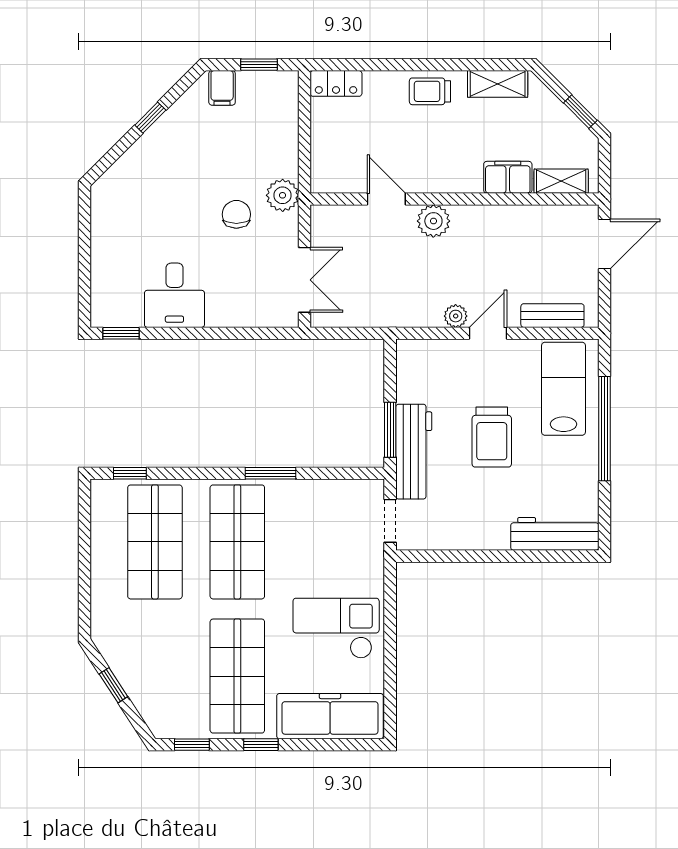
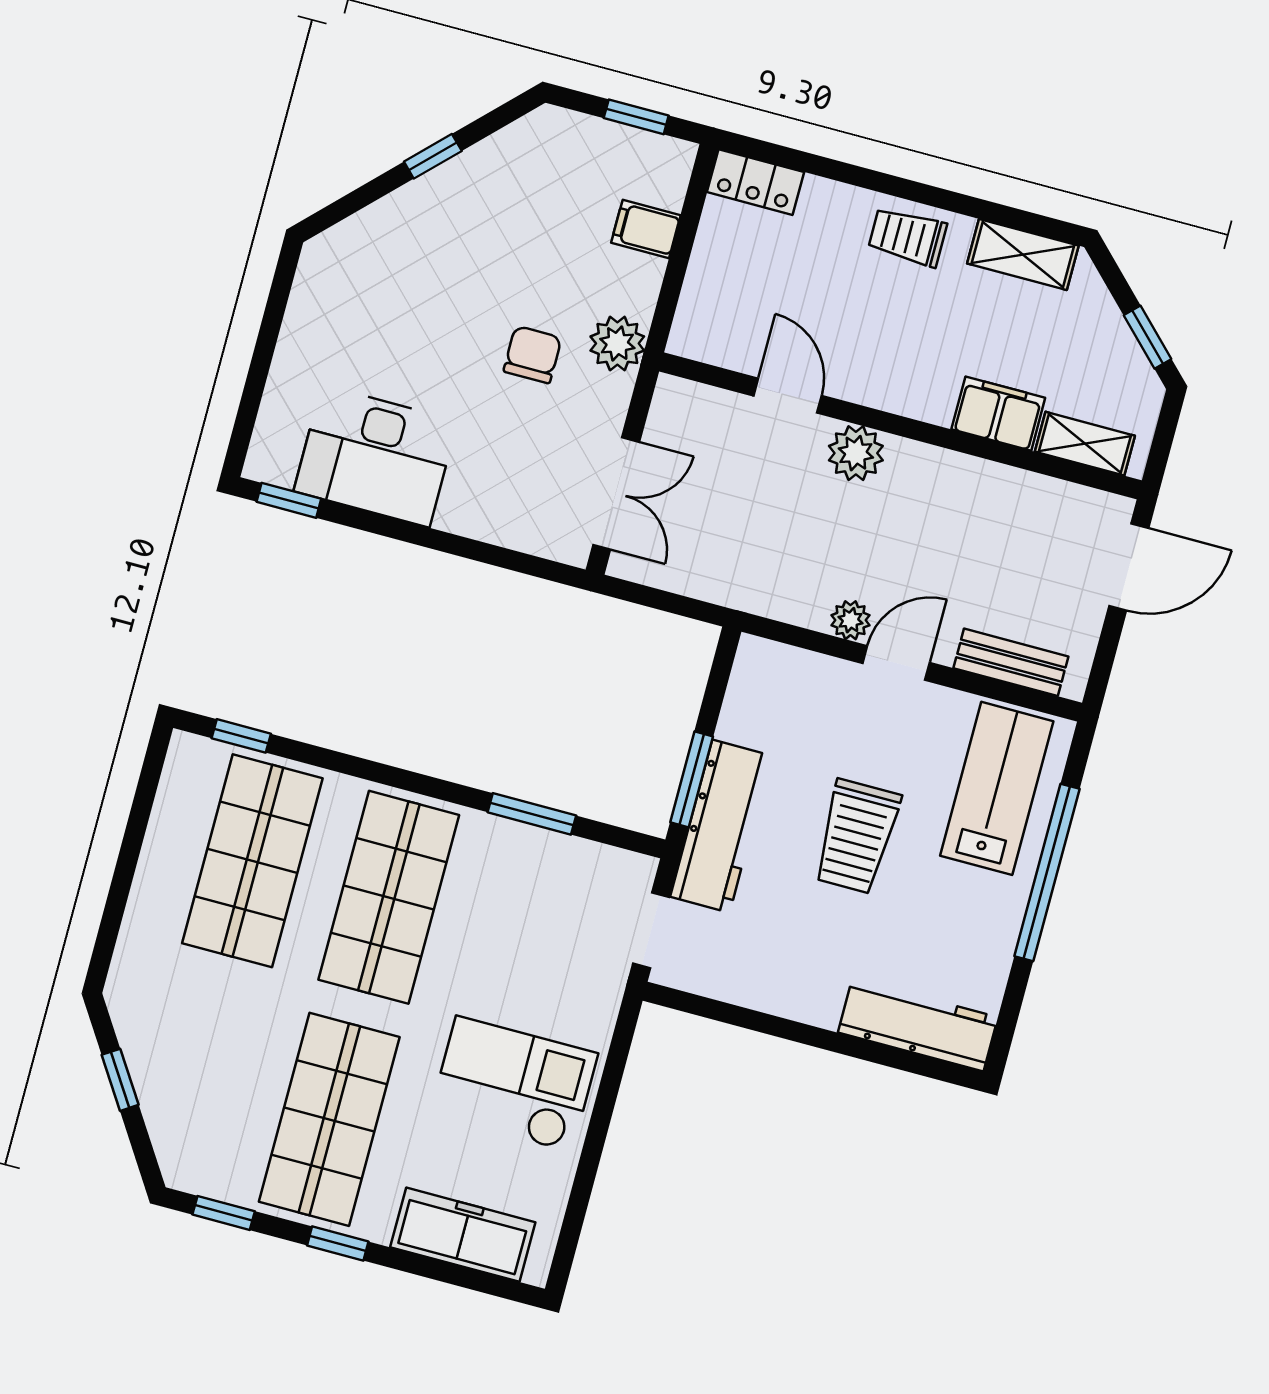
filing cabinet: (222, 88) -> (646, 229), moved, turned 90
desk: (174, 295) -> (376, 456), width x1.37
window: (271, 473) -> (532, 814), moved
freezer: (330, 716) -> (463, 1235), width x0.73, depth x0.79

